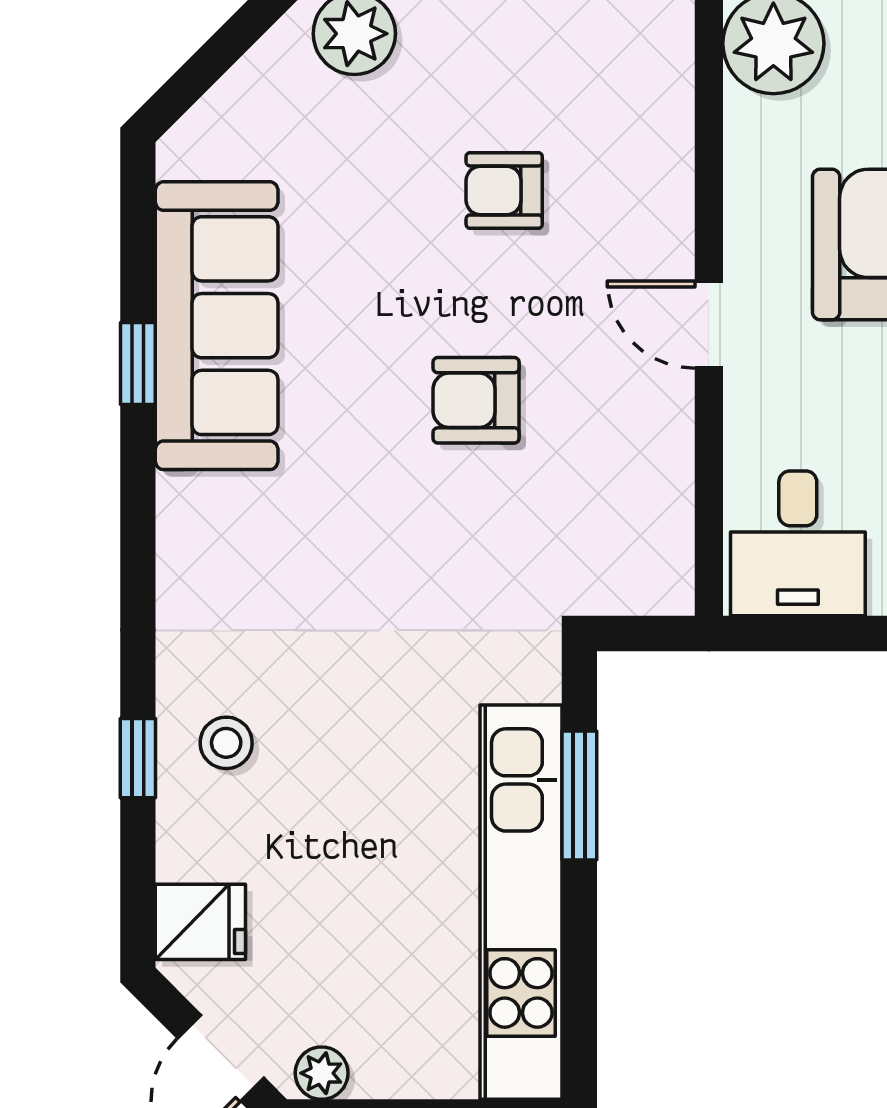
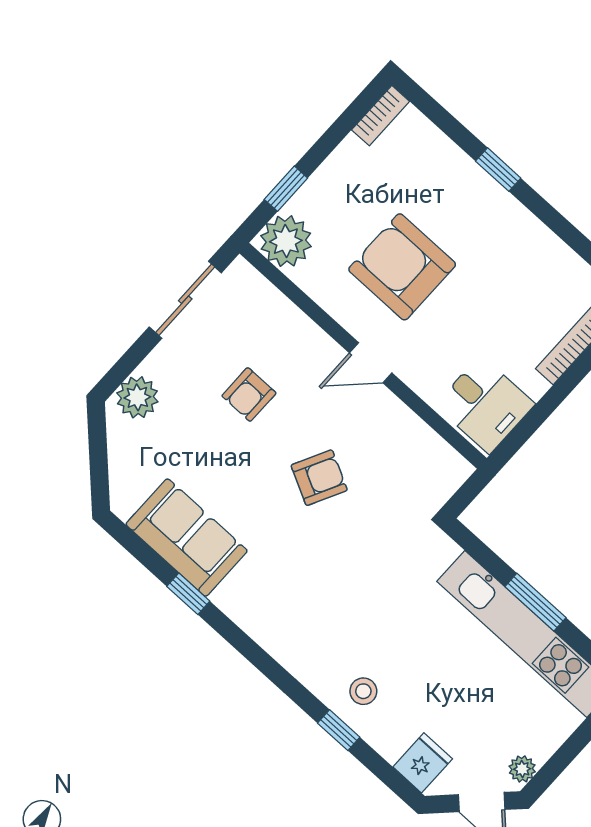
sofa: (217, 326) -> (187, 538), width x0.73
armchair: (476, 400) -> (319, 478), turned -153
window: (579, 796) -> (535, 602), moved

